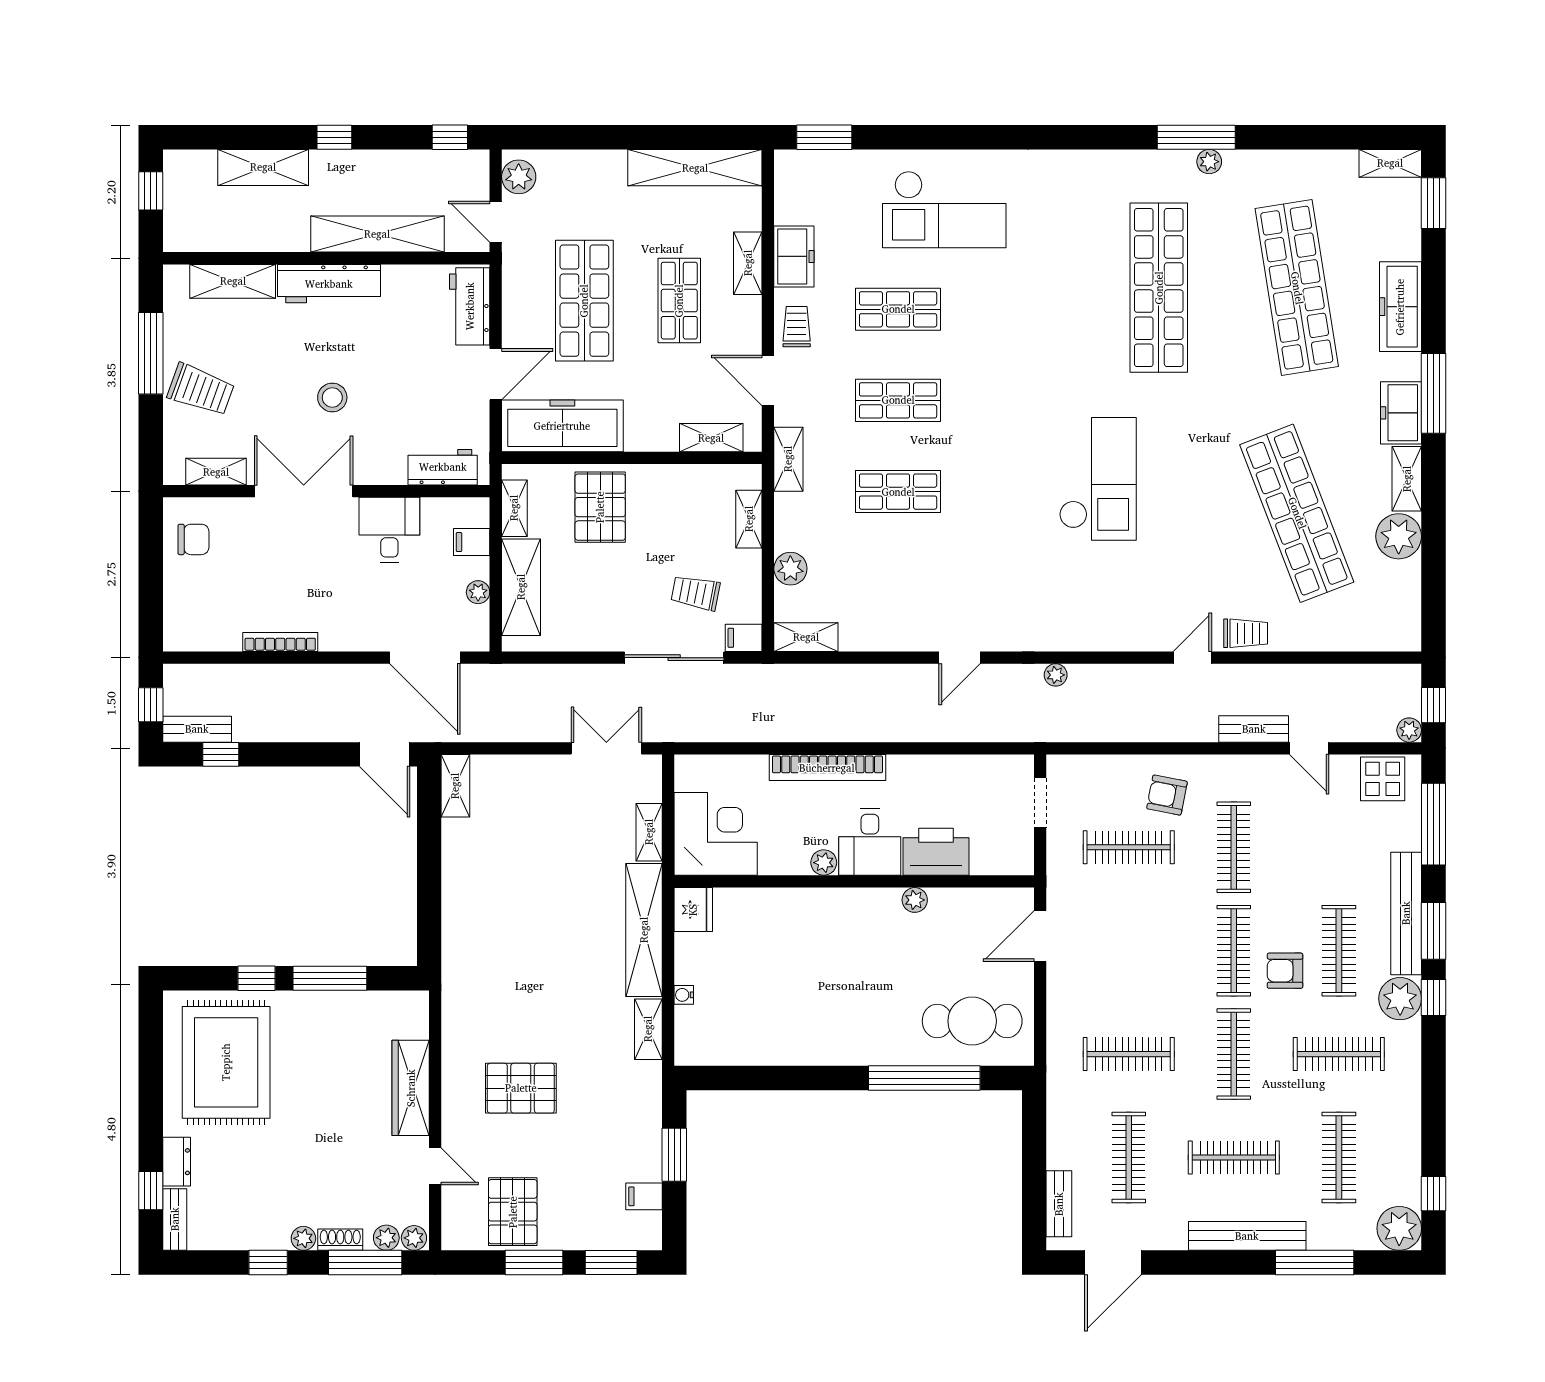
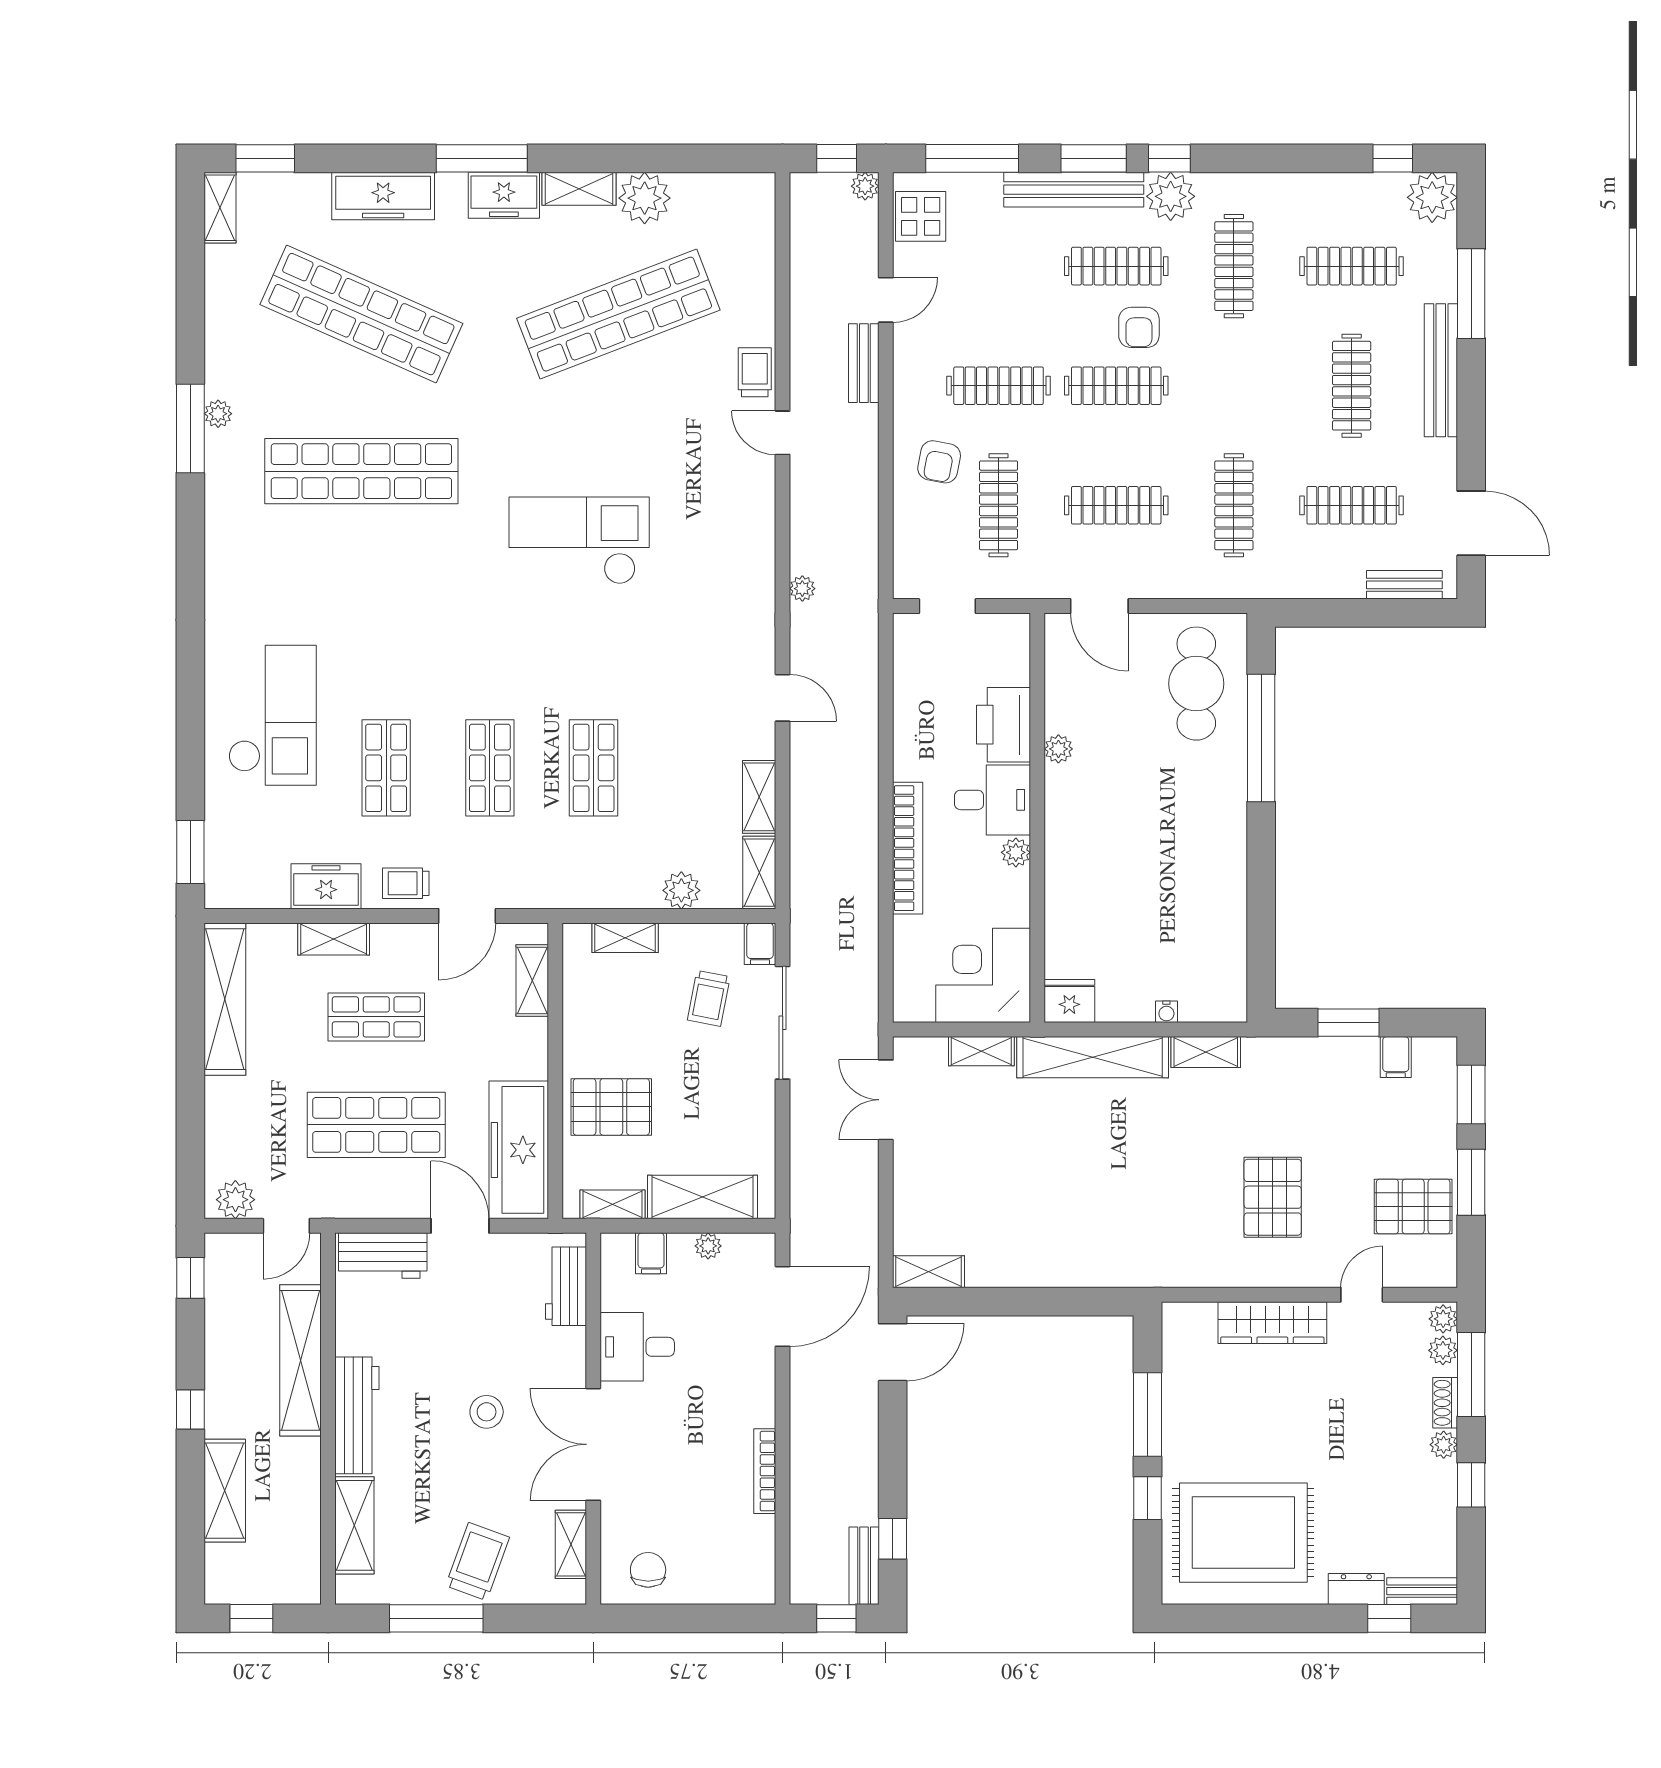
shop shelf: (1297, 288) -> (361, 314), turned 33
shelving: (788, 459) -> (759, 797), moved, turned 90
clothes rail: (1234, 1054) -> (1116, 505), moved

